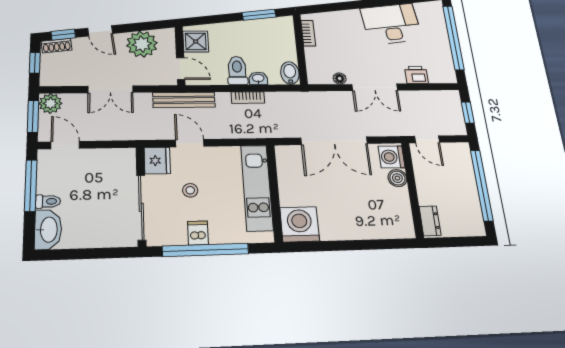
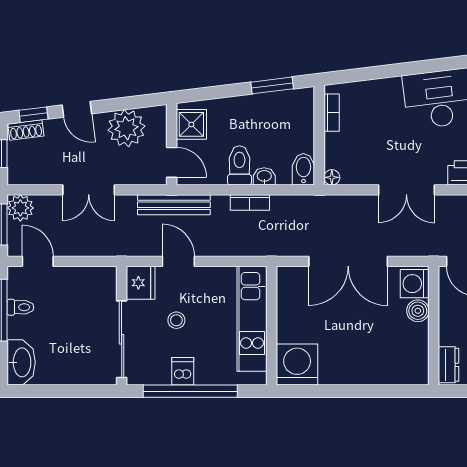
floor lamp: (340, 78) -> (332, 177), moved
toilet: (48, 201) -> (20, 307), moved

